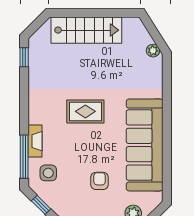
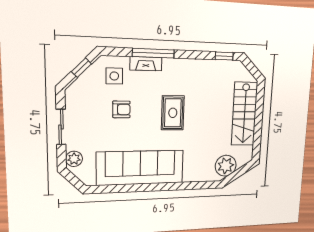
plant: (153, 51) -> (226, 166), width x1.87, depth x1.87
window: (24, 157) -> (153, 53), moved
armchair: (100, 181) -> (121, 109), moved

